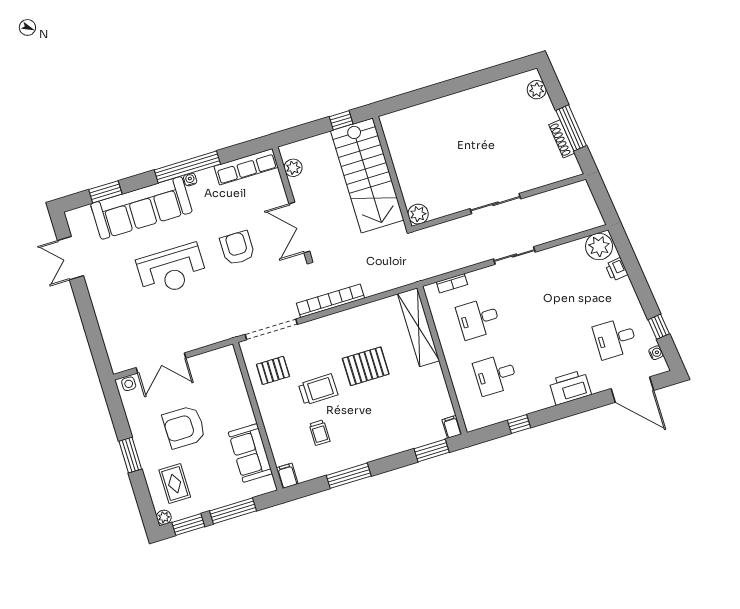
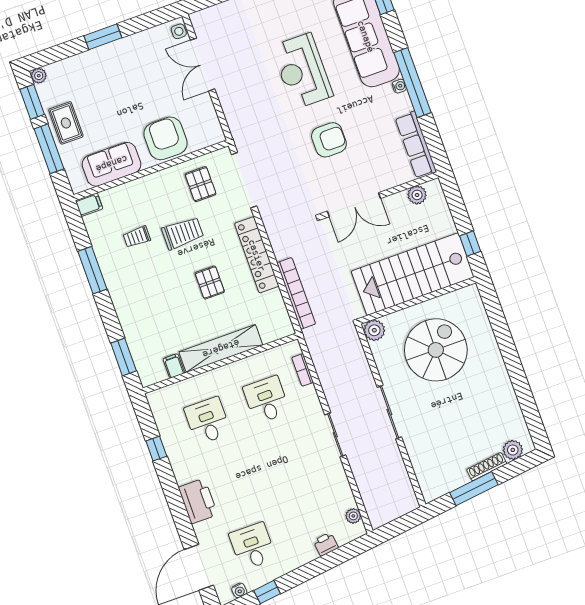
shoe rack: (562, 139) -> (487, 467), moved
spiral stairs: (439, 157) -> (436, 350), added
double door: (299, 228) -> (354, 205), swing flipped
plant: (599, 246) -> (353, 516), width x0.53, depth x0.53
bookcase: (330, 301) -> (296, 293), moved
locker: (342, 321) -> (257, 255), added
shelving: (419, 327) -> (221, 349), moved
pallet: (366, 366) -> (210, 282), width x0.67, depth x0.71
trolley: (318, 389) -> (183, 233), turned -89
armchair: (184, 427) -> (165, 138), moved
filing cabinet: (452, 427) -> (174, 366), moved, turned -90
rug: (175, 484) -> (66, 123), moved, turned 90

